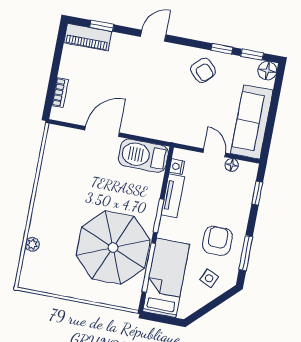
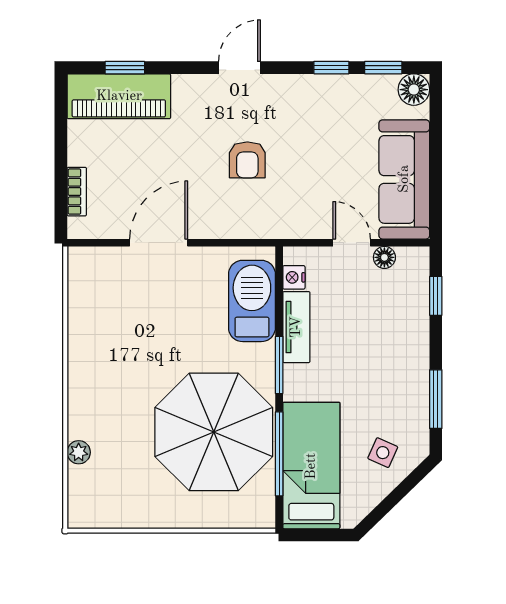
door: (153, 36) -> (240, 68), moved
piano: (88, 37) -> (119, 96), width x1.37, depth x1.33
armchair: (203, 70) -> (247, 160), moved, turned 44
barbecue: (143, 156) -> (252, 301), moved, turned 90
armchair: (217, 241) -> (385, 388), removed

